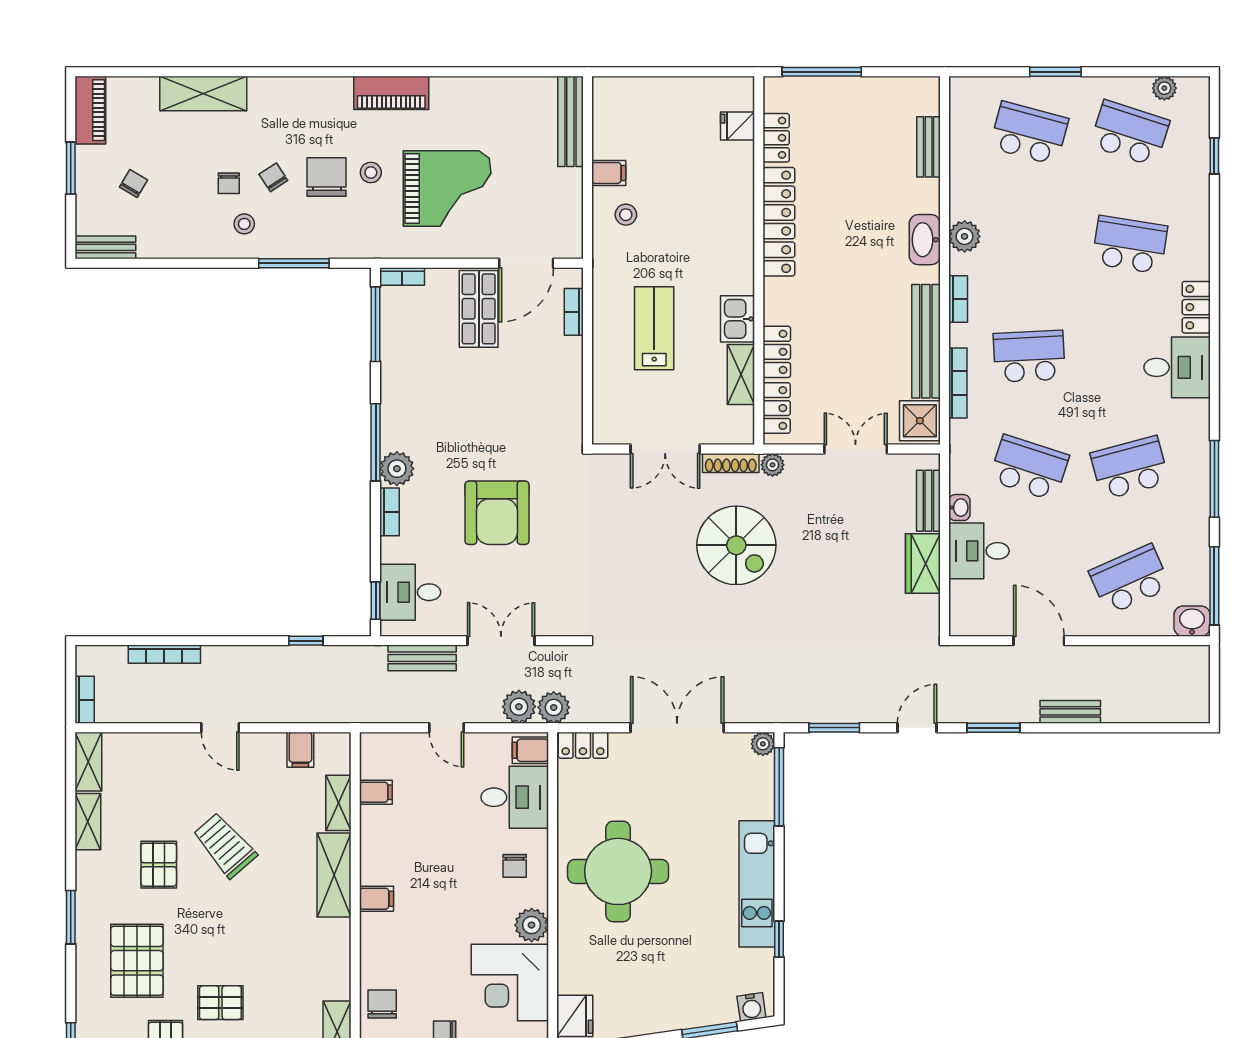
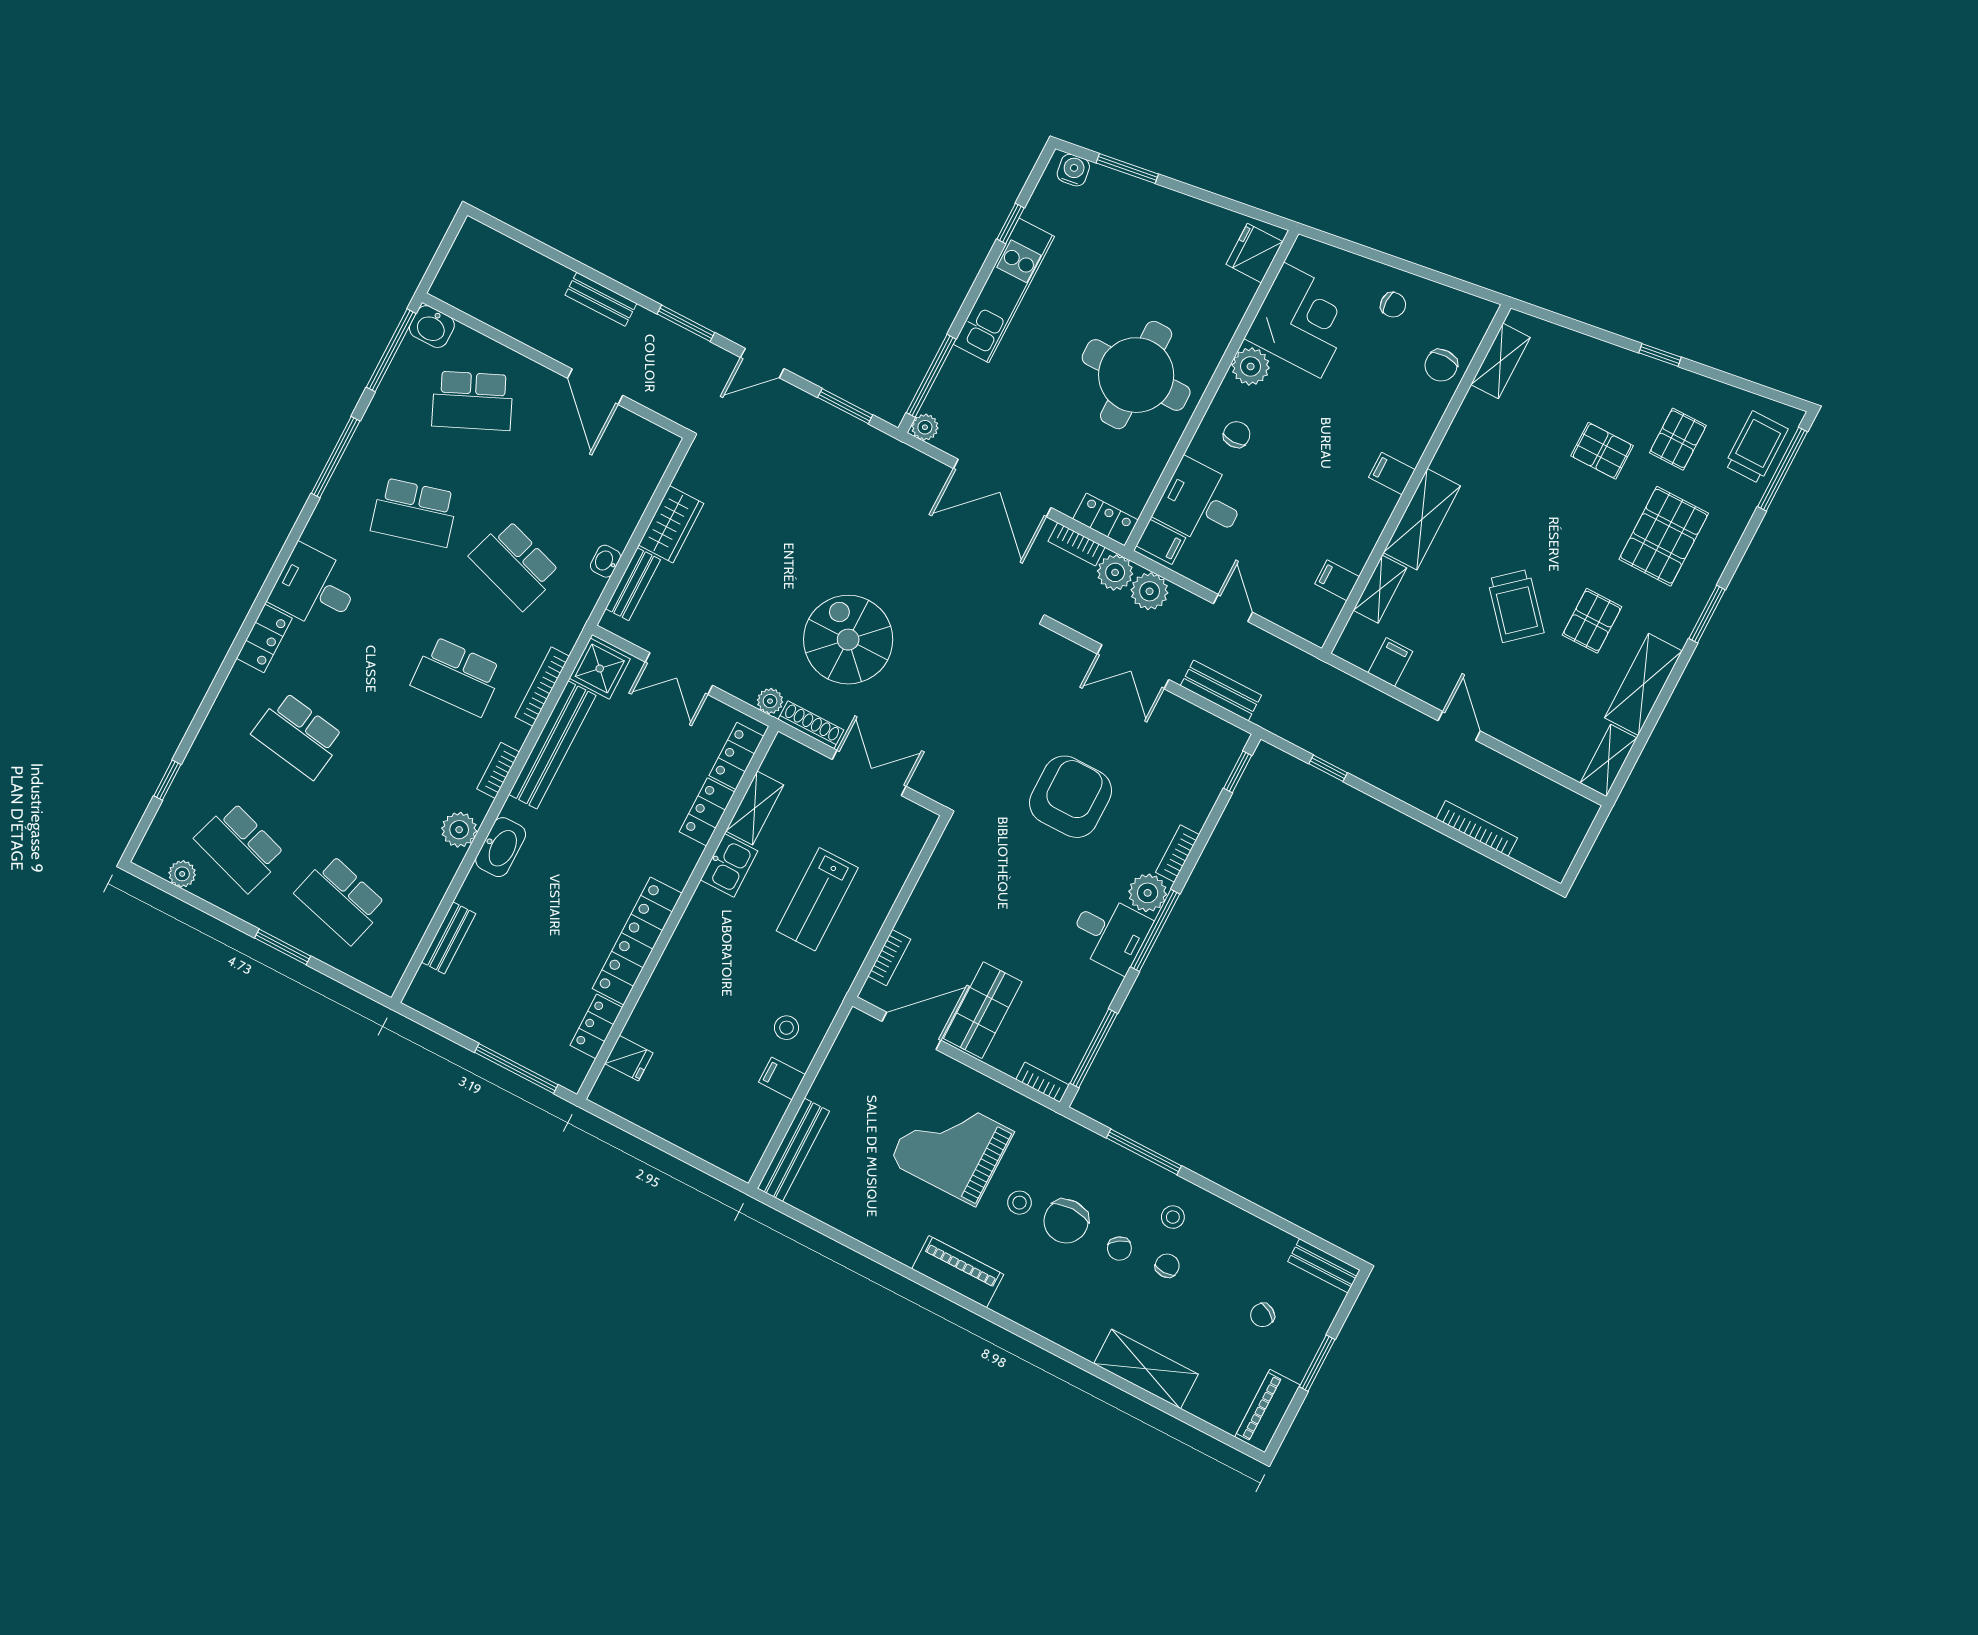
desk: (979, 551) -> (608, 508), removed
desk: (410, 592) -> (1110, 933), moved
bookcase: (85, 700) -> (1077, 544), moved, turned -90
shelving: (88, 822) -> (1643, 684), width x1.50, depth x1.33

